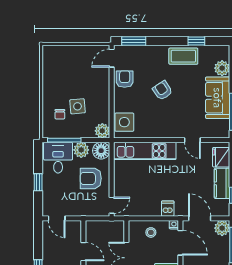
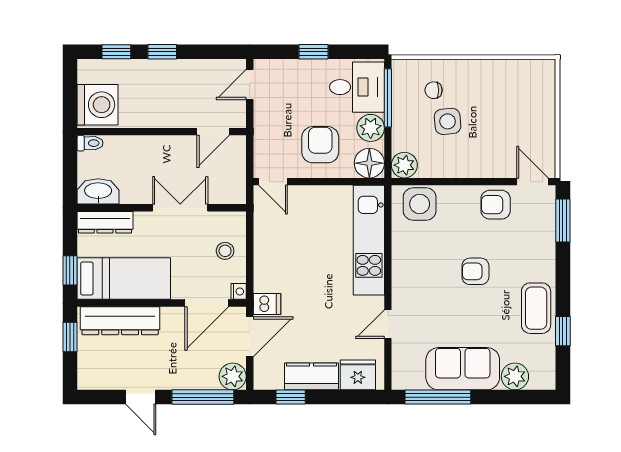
armchair: (125, 79) -> (496, 205), turned 180
armchair: (162, 90) -> (475, 271), turned -146
dishwasher: (168, 209) -> (267, 304), moved
door: (83, 252) -> (213, 132), moved

